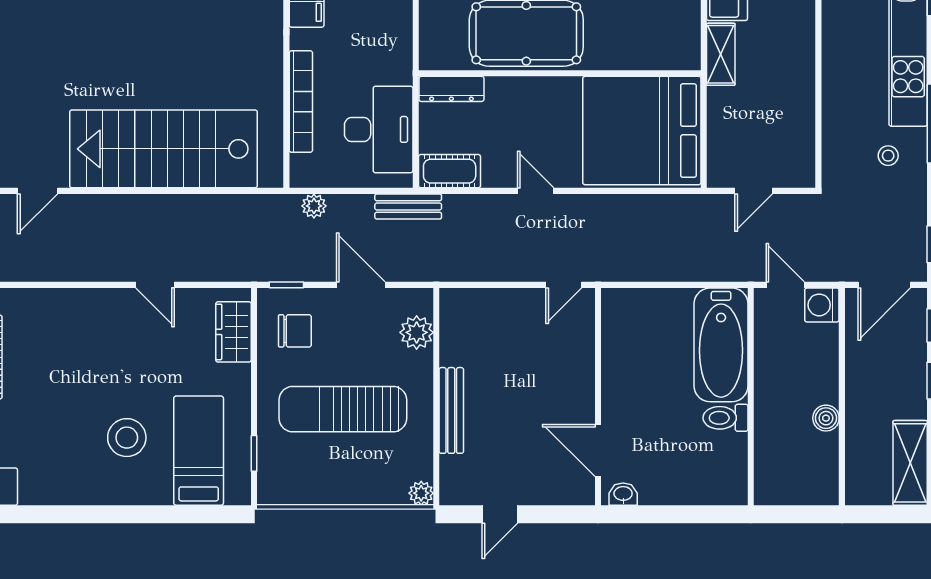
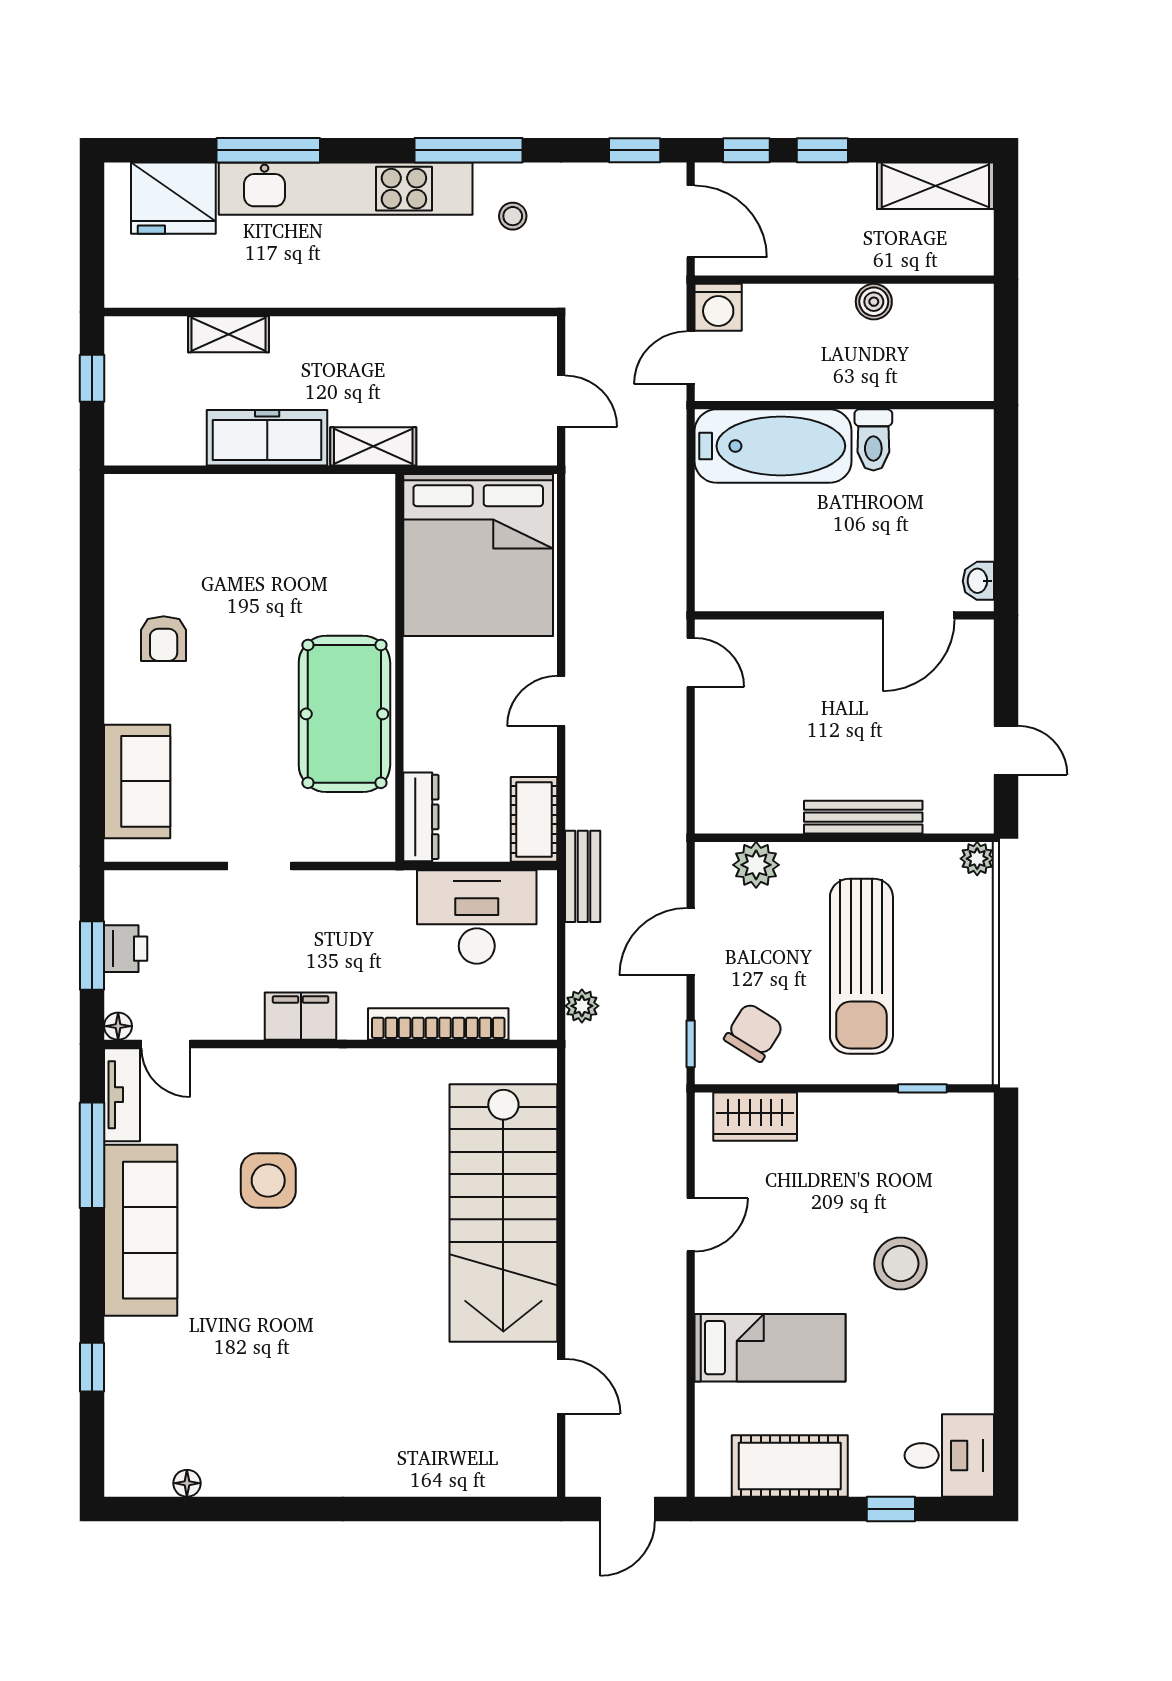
chair: (295, 331) -> (754, 1032), turned 32
bed: (199, 451) -> (770, 1348), moved, turned 180

